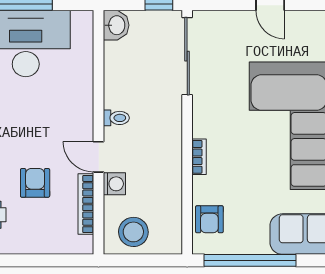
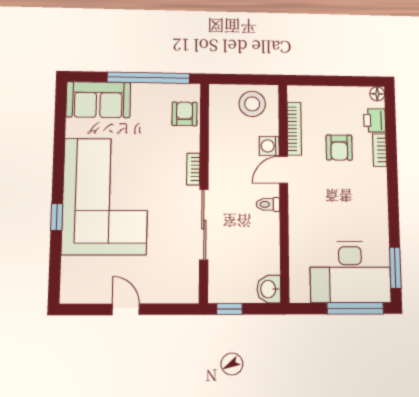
sliding door: (187, 56) -> (204, 225), moved
door: (99, 157) -> (284, 170), swing flipped

